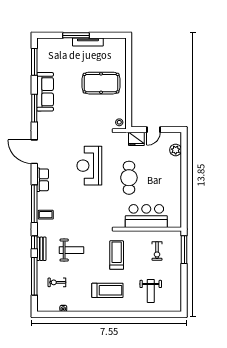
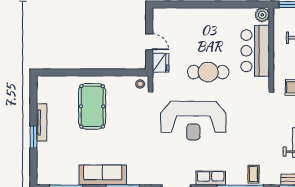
window: (76, 35) -> (33, 137), width x0.69
plant: (176, 150) -> (262, 15), moved
reception desk: (89, 166) -> (193, 121), width x1.36, depth x1.30

